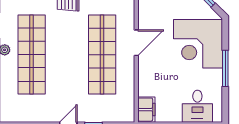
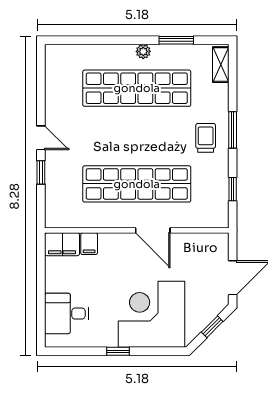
window: (225, 68) -> (118, 351), width x0.46
filing cabinet: (146, 90) -> (89, 244), added

